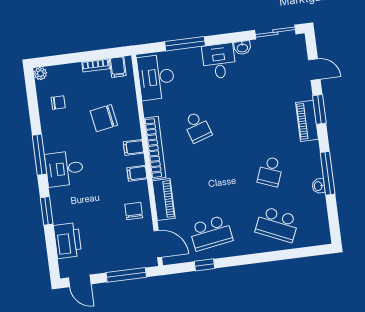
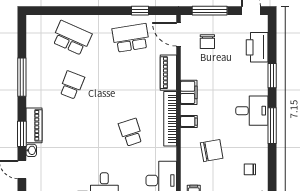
filing cabinet: (137, 173) -> (189, 92), width x2.00
washbasin: (318, 186) -> (31, 150), moved
chair: (134, 211) -> (207, 42), moved

